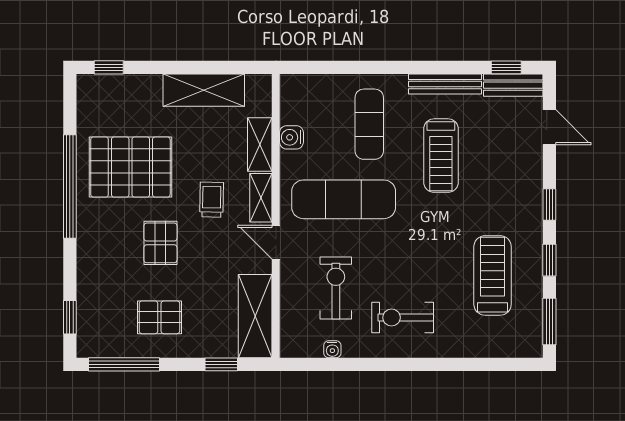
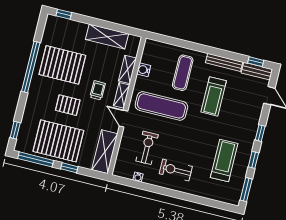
pallet: (160, 243) -> (68, 105), turned 90
pallet: (159, 317) -> (58, 141), width x2.05, depth x2.00
window: (221, 364) -> (69, 168), moved

